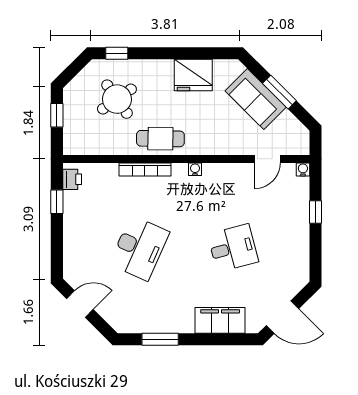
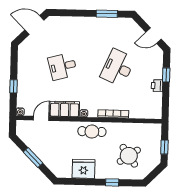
window: (117, 53) -> (112, 182), moved
sofa: (256, 99) -> (47, 154), removed
cafe table: (160, 139) -> (92, 132), moved
printer: (72, 179) -> (157, 86), moved
window: (57, 202) -> (166, 75), moved
filing cabinet: (220, 320) -> (65, 109), moved, turned 180

